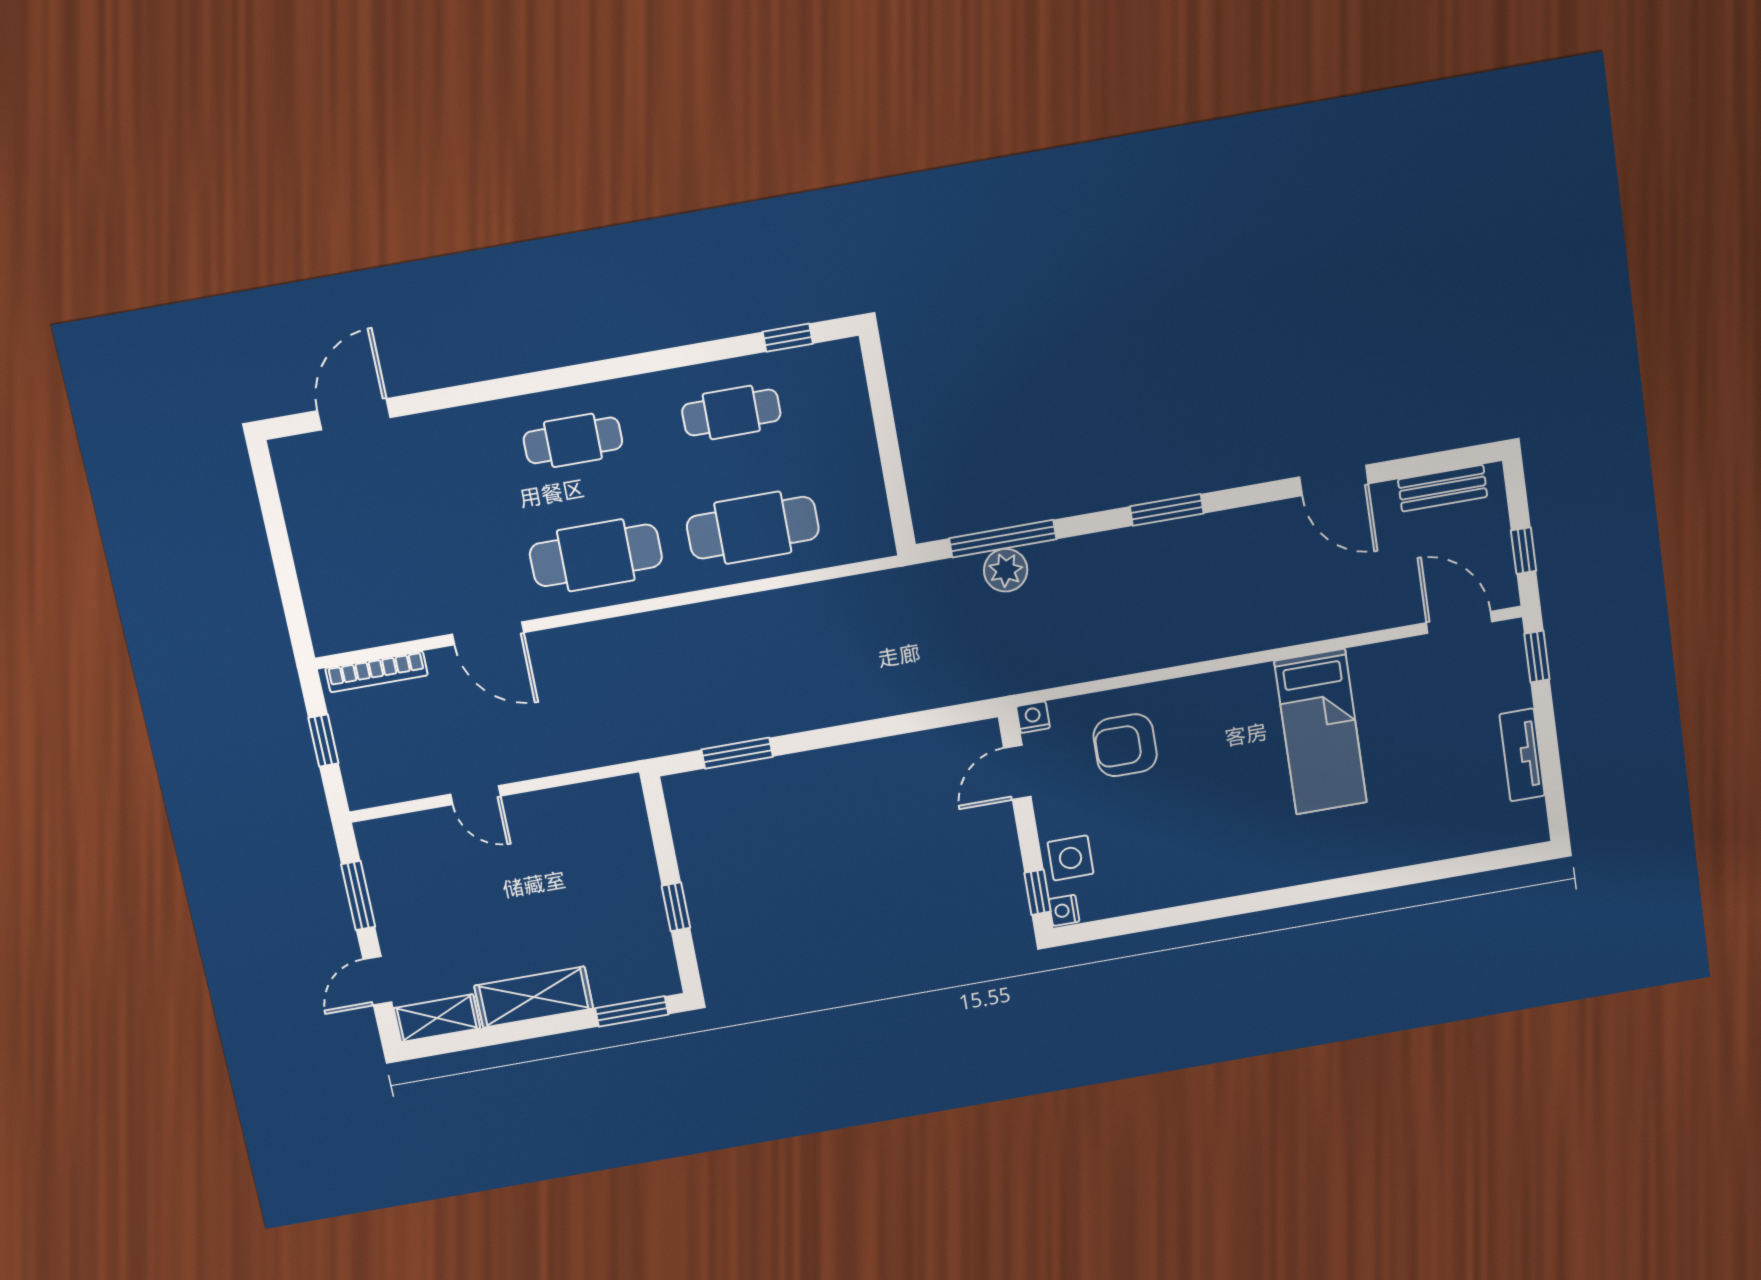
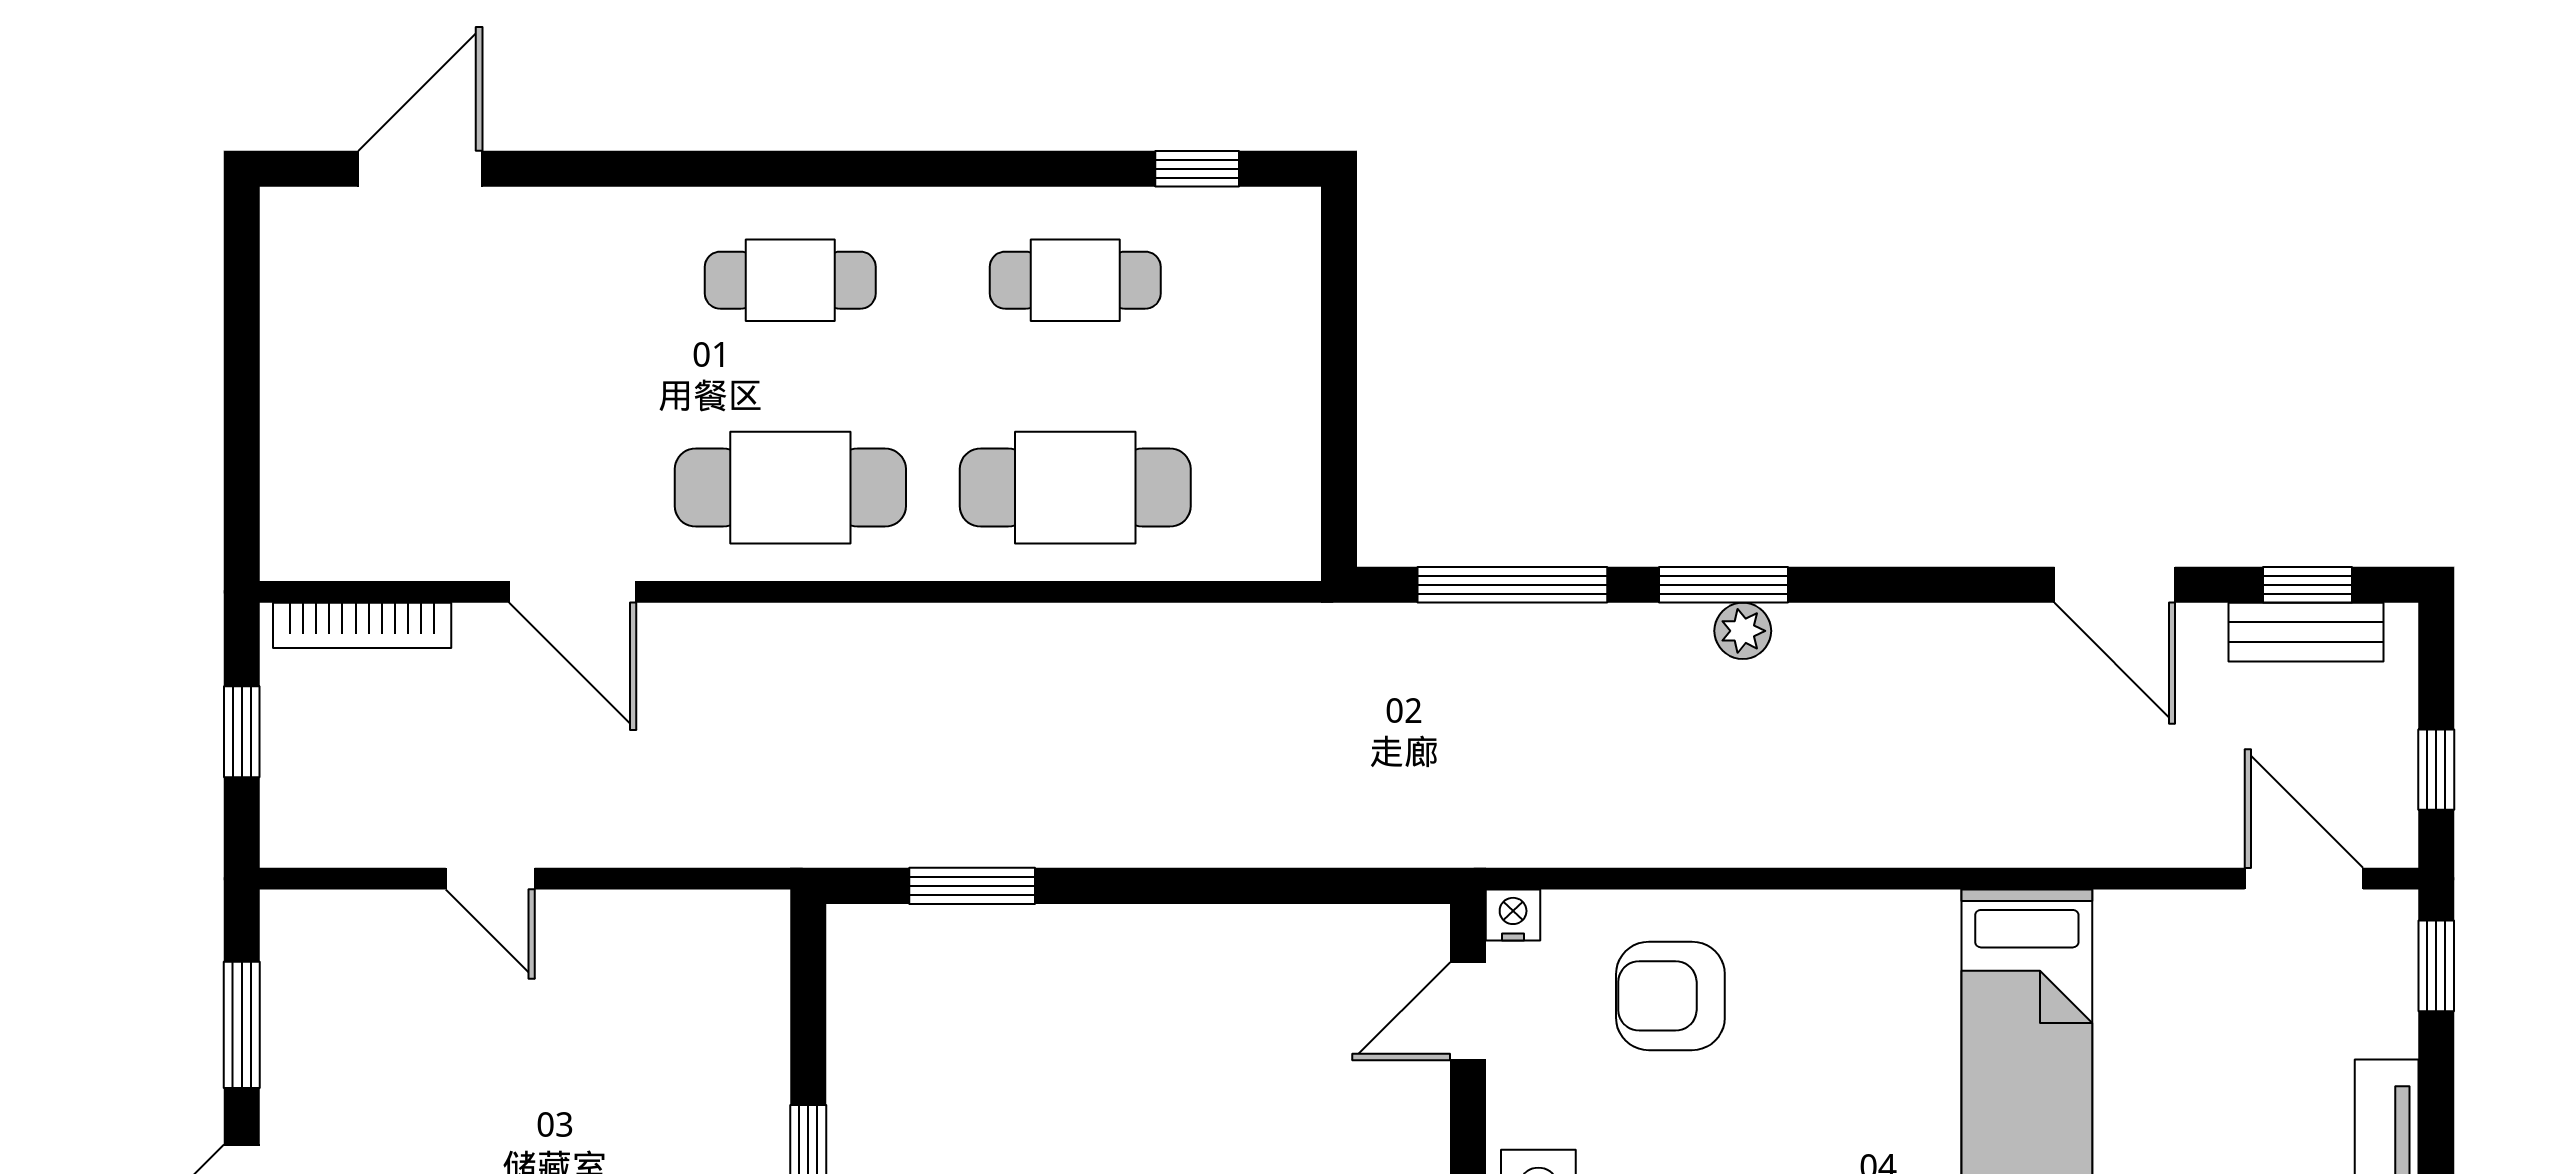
window: (1440, 462) -> (2307, 585), added
window: (1167, 510) -> (1723, 585), moved
plant: (1006, 570) -> (1743, 631), moved, width x0.73, depth x0.73

